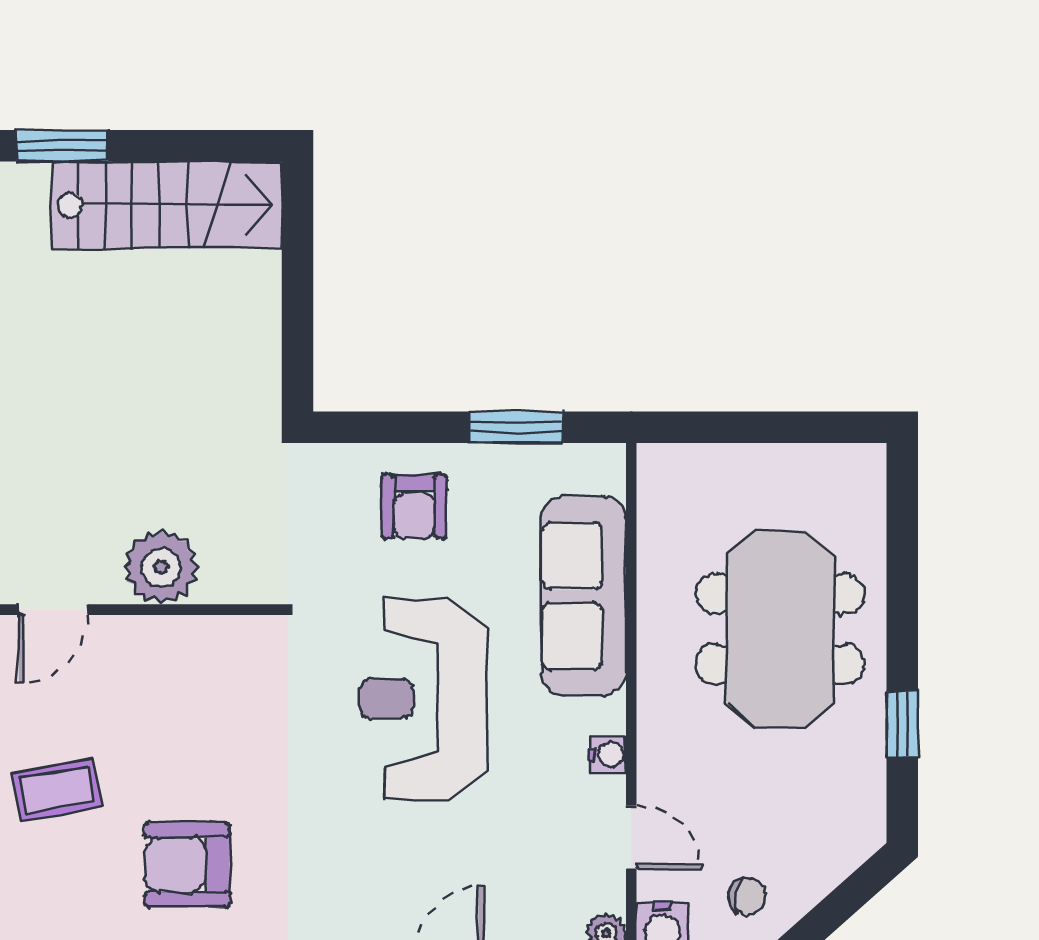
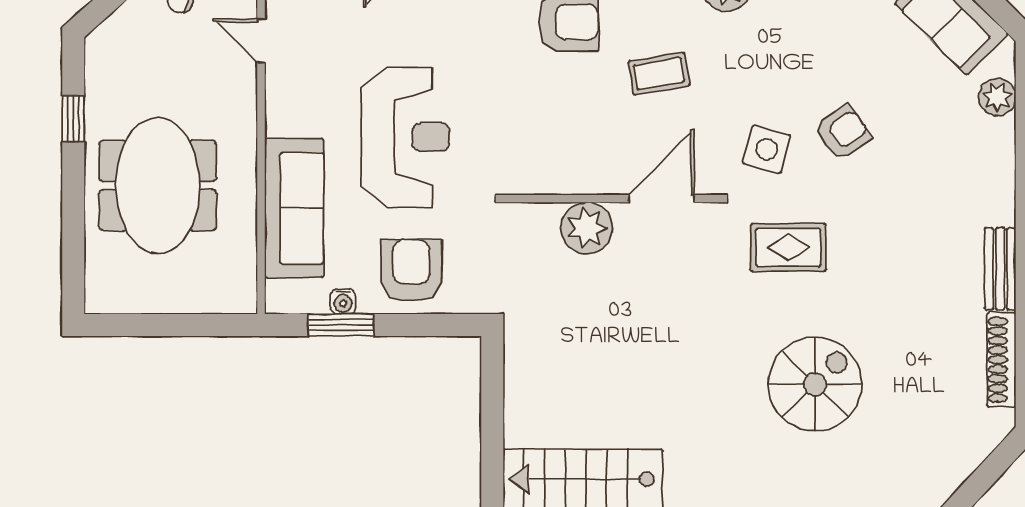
armchair: (414, 506) -> (411, 270), width x1.38, depth x1.38
door: (53, 610) -> (661, 199), width x1.38
water cooler: (608, 754) -> (343, 301), moved, turned -90

